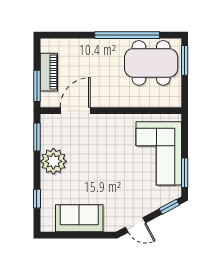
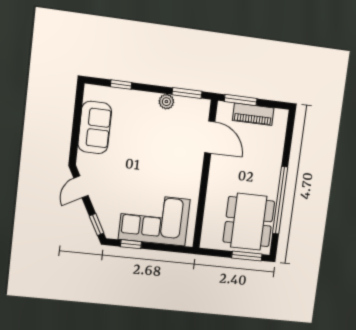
plant: (53, 161) -> (166, 102), width x0.53, depth x0.53
window: (185, 173) -> (131, 244), width x0.67

